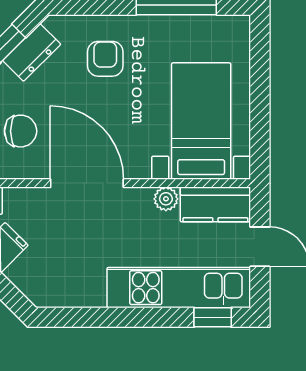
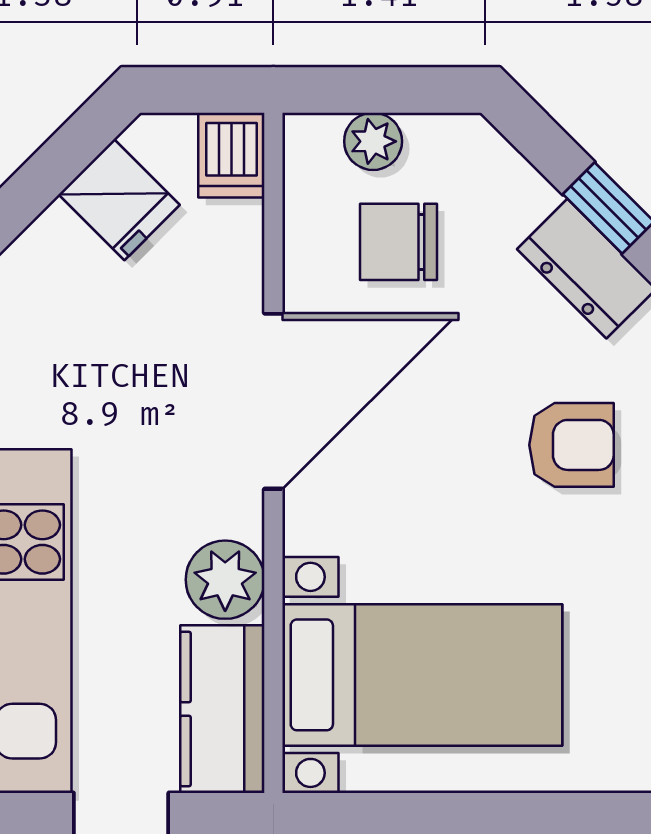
chair: (21, 131) -> (398, 242), turned 90
plant: (166, 199) -> (225, 580), width x1.38, depth x1.38

